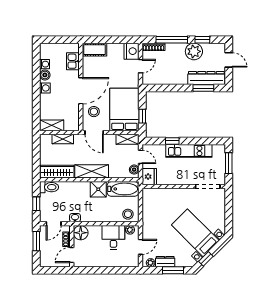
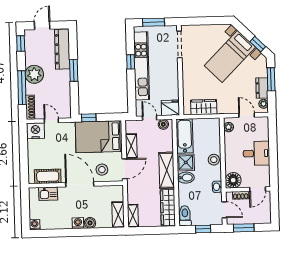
window: (202, 40) -> (21, 44), moved
cot: (95, 50) -> (48, 176), moved, turned 90
plant: (194, 51) -> (34, 74), moved
washing machine: (45, 64) -> (35, 225), moved
boiler: (45, 75) -> (90, 223), moved
window: (203, 88) -> (74, 70), moved
window: (142, 116) -> (89, 118), moved
shelving: (63, 139) -> (133, 216), moved
shelving: (127, 139) -> (131, 146), moved
window: (172, 141) -> (131, 62), moved
kitchen unit: (189, 151) -> (141, 66), width x1.36
door: (140, 157) -> (150, 118), hinge flipped
bidet: (84, 189) -> (186, 178), added
wardrobe: (149, 207) -> (204, 107), added
stool: (128, 214) -> (214, 160), moved
desk: (113, 237) -> (256, 153), moved, turned 180
door: (72, 255) -> (258, 189), hinge flipped

